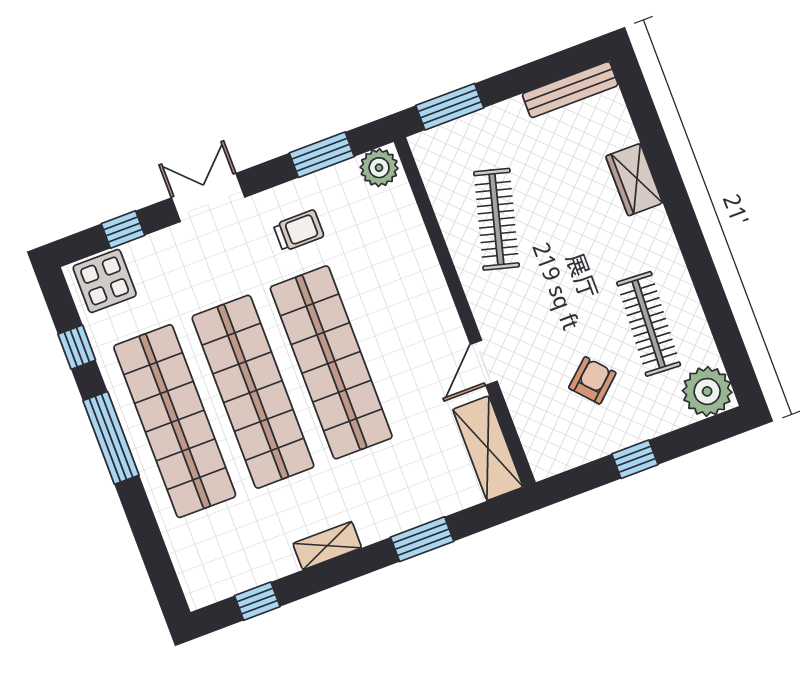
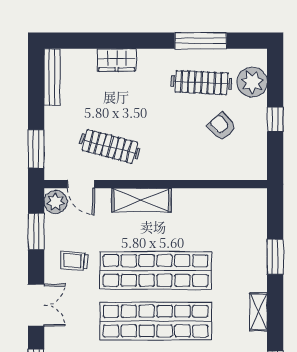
double door: (208, 198) -> (36, 305), swing flipped
trolley: (299, 231) -> (74, 261), turned -86
window: (713, 298) -> (201, 41), added
door: (484, 363) -> (81, 184), moved
plant: (707, 391) -> (252, 82), moved
shelving: (488, 448) -> (141, 200), moved

